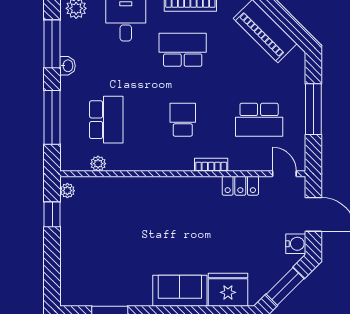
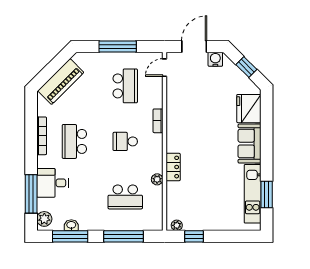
washbasin: (68, 66) -> (71, 225), moved
school desk: (106, 120) -> (125, 197), turned 180
plant: (98, 164) -> (157, 179), moved
locker: (240, 186) -> (173, 167), moved
window: (285, 286) -> (246, 67), width x0.67
kitchen unit: (111, 295) -> (253, 194), added

